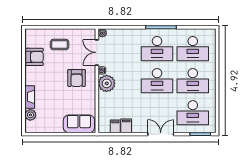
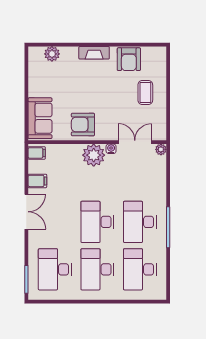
armchair: (77, 78) -> (83, 125), moved
fireplace: (30, 97) -> (94, 53), moved
filing cabinet: (115, 126) -> (37, 153), moved
double door: (161, 134) -> (26, 212), moved

